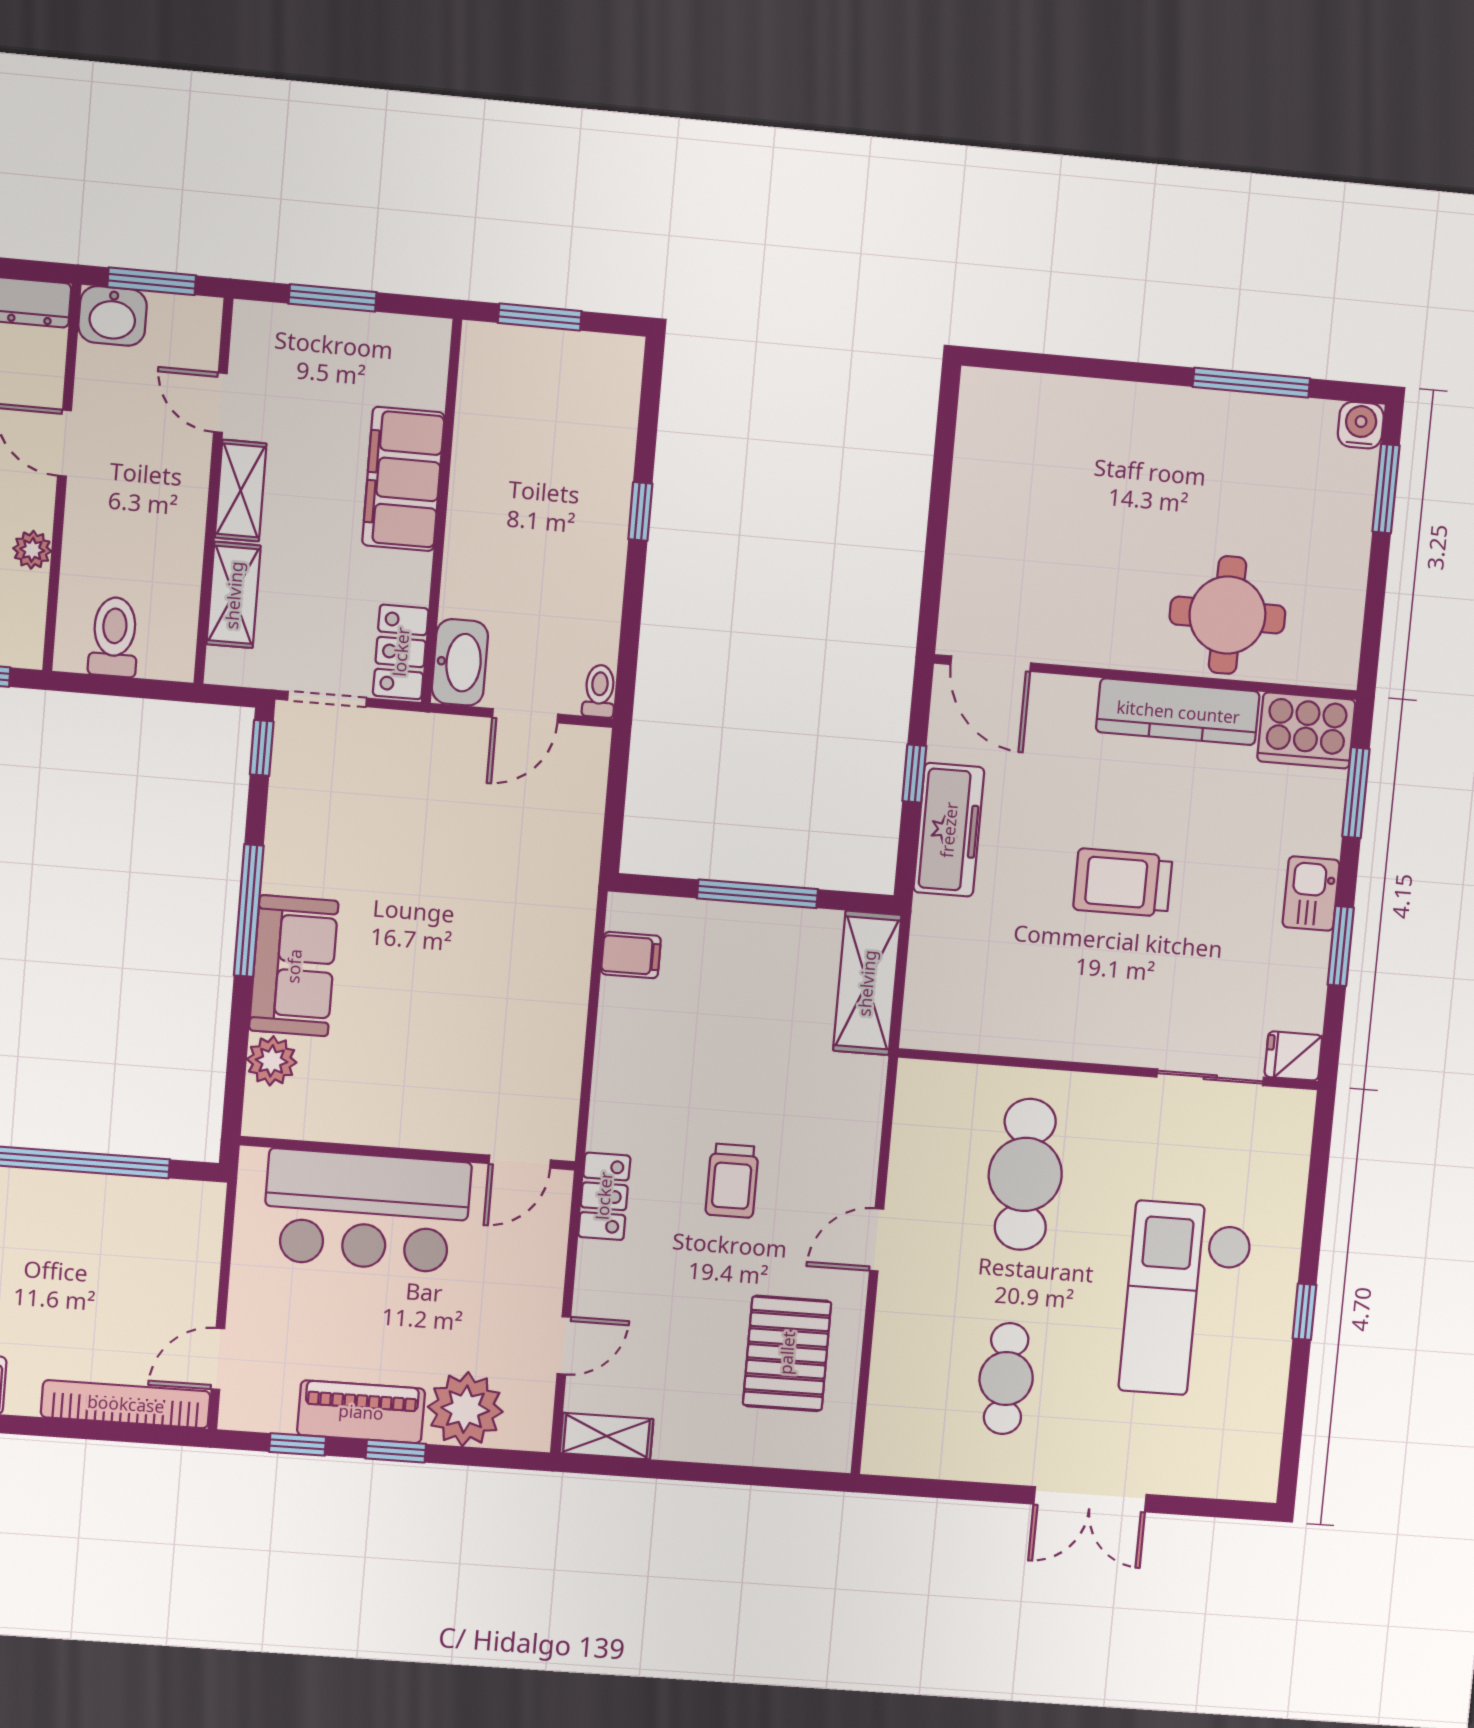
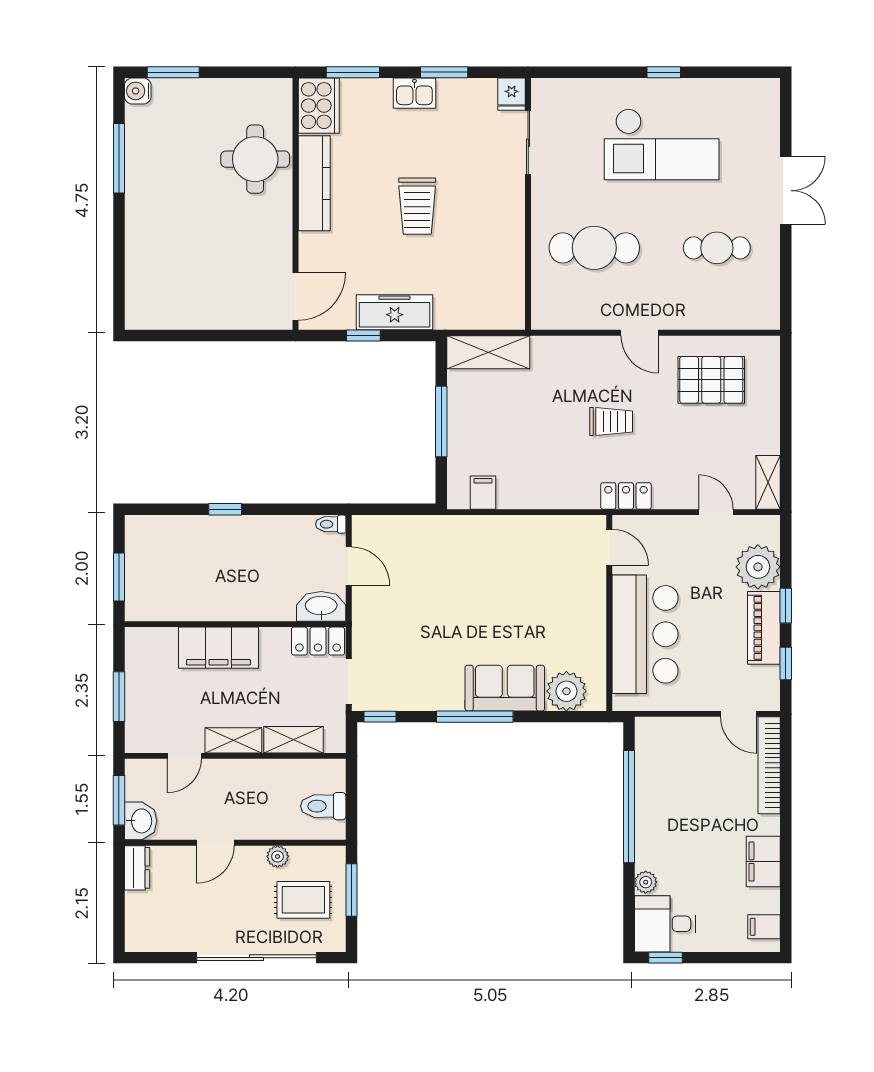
plant: (272, 1061) -> (566, 691), width x1.36, depth x1.36

